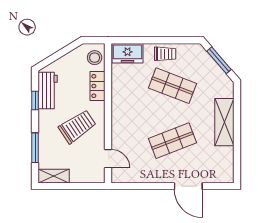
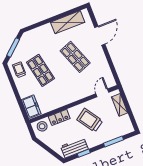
trolley: (165, 54) -> (19, 70), moved
shop shelf: (172, 86) -> (41, 70), turned -33
shelving: (224, 122) -> (68, 22), moved
shelving: (54, 176) -> (120, 105), moved

